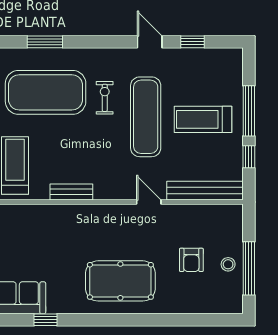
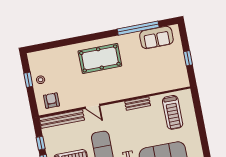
armchair: (191, 260) -> (51, 101), moved
window: (249, 268) -> (28, 80), width x0.46
window: (46, 320) -> (138, 28), width x3.17

